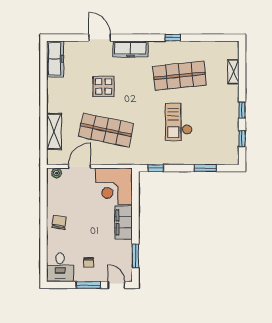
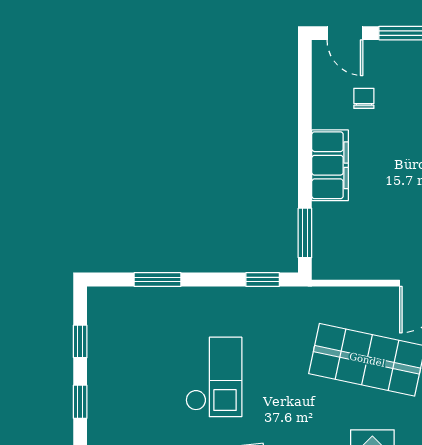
corner desk: (114, 186) -> (350, 241), removed
window: (135, 256) -> (305, 233), moved
chair: (89, 262) -> (364, 98), moved

